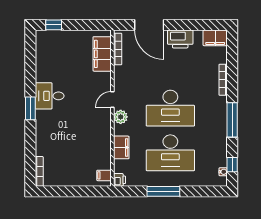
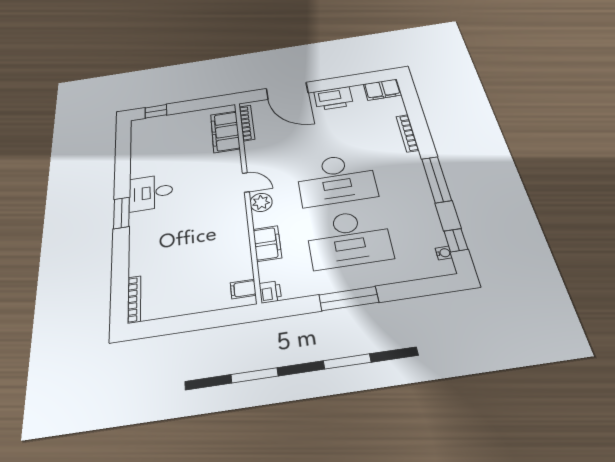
door: (112, 100) -> (246, 182), swing flipped

